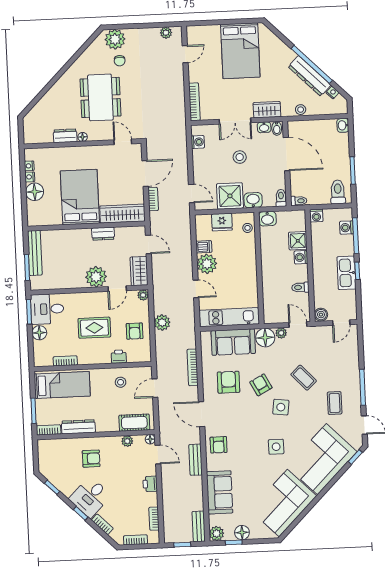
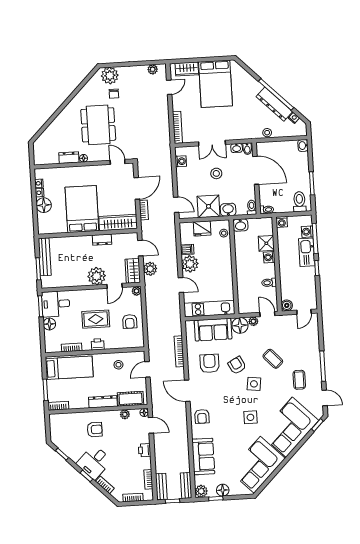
wardrobe: (267, 110) -> (187, 69), moved, turned 180
kitchen sink: (346, 273) -> (307, 252), moved
plant: (162, 323) -> (150, 269), moved
printer: (119, 357) -> (98, 344), moved
dresser: (78, 427) -> (103, 402), moved
bench: (196, 460) -> (161, 487), moved

